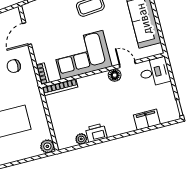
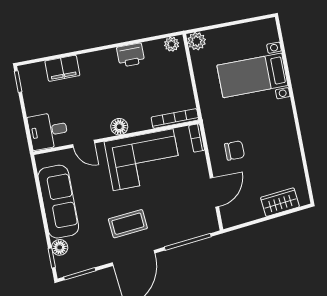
floor lamp: (115, 75) -> (119, 127), moved
plant: (81, 139) -> (172, 44), moved

